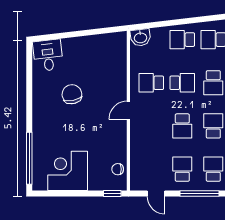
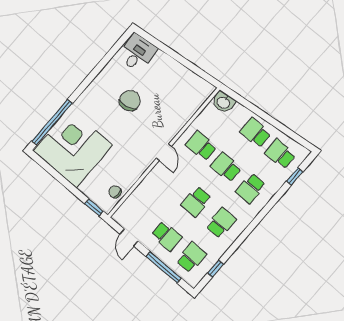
school desk: (182, 83) -> (226, 167), turned 180
door: (128, 110) -> (164, 152), swing flipped
school desk: (182, 169) -> (167, 236), turned 90
corner desk: (68, 171) -> (73, 148), width x1.36, depth x1.36

